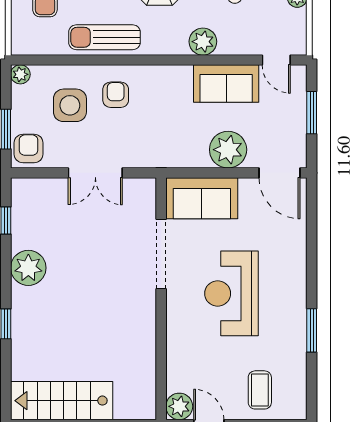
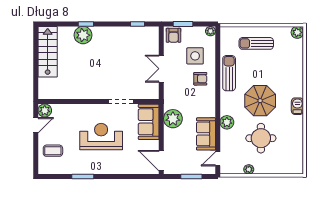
armchair: (29, 148) -> (173, 35), turned 90
plant: (228, 150) -> (173, 119), moved
door: (279, 173) -> (161, 161), hinge flipped
doorway: (161, 254) -> (121, 101), width x0.73
plant: (28, 268) -> (83, 35), moved

